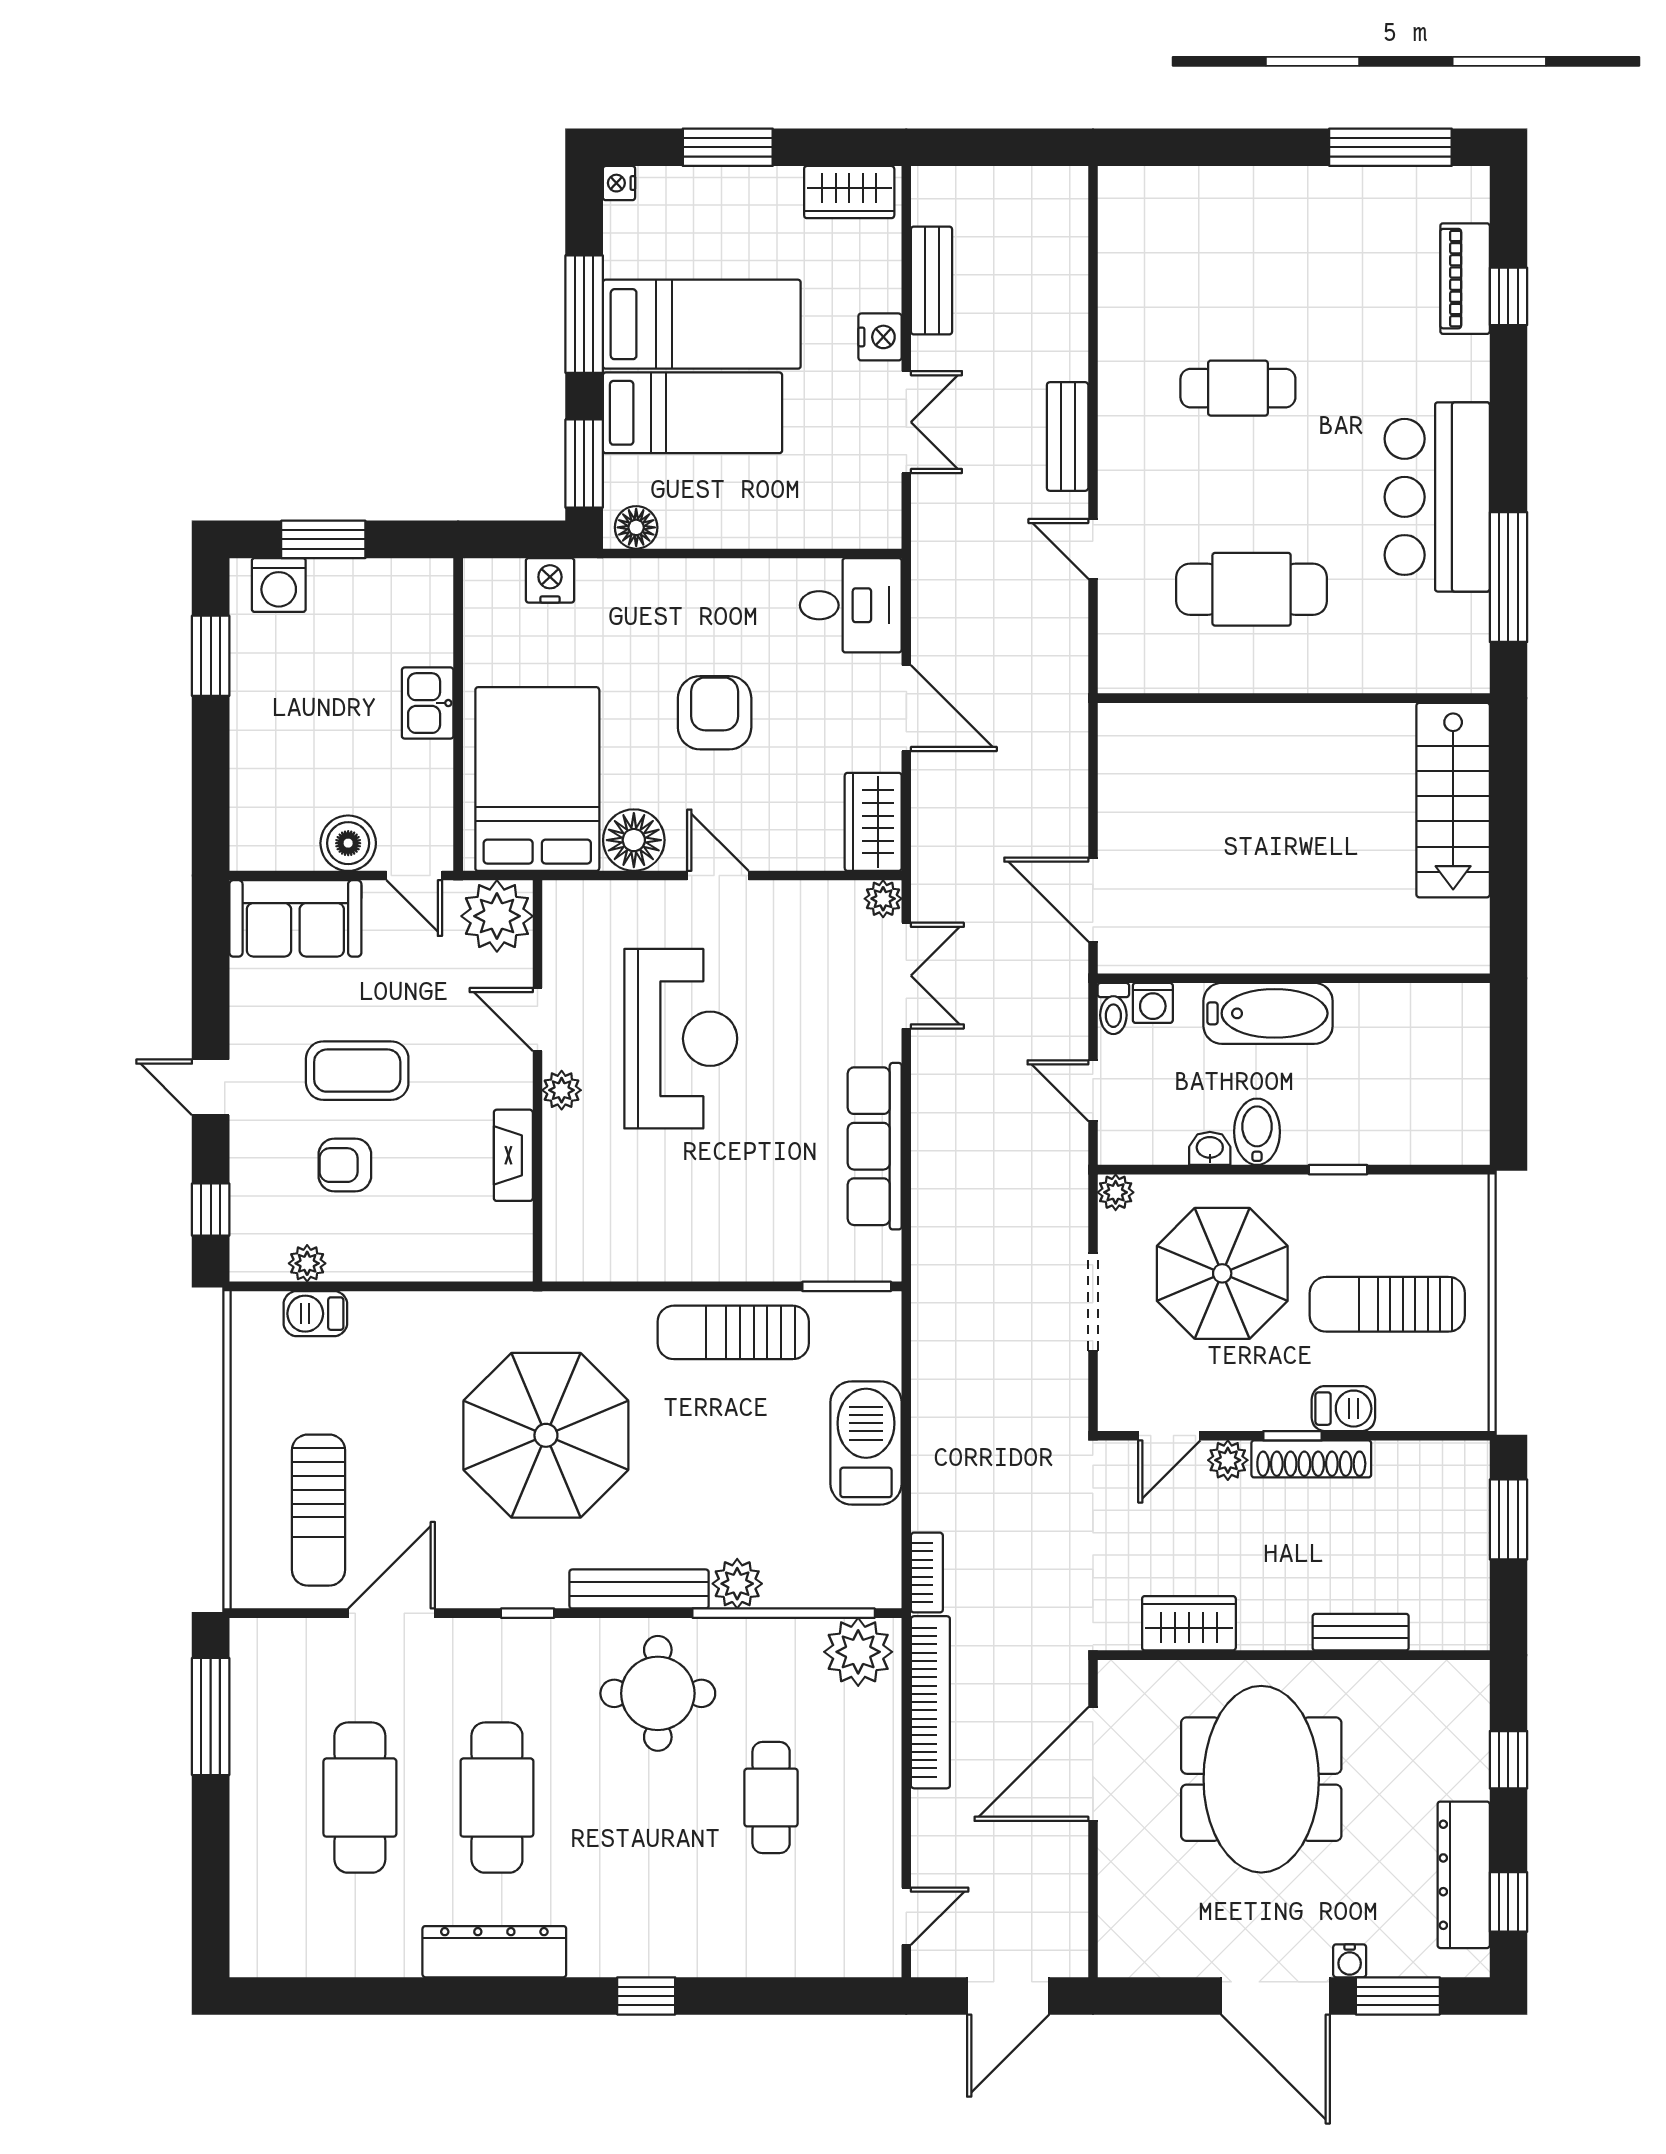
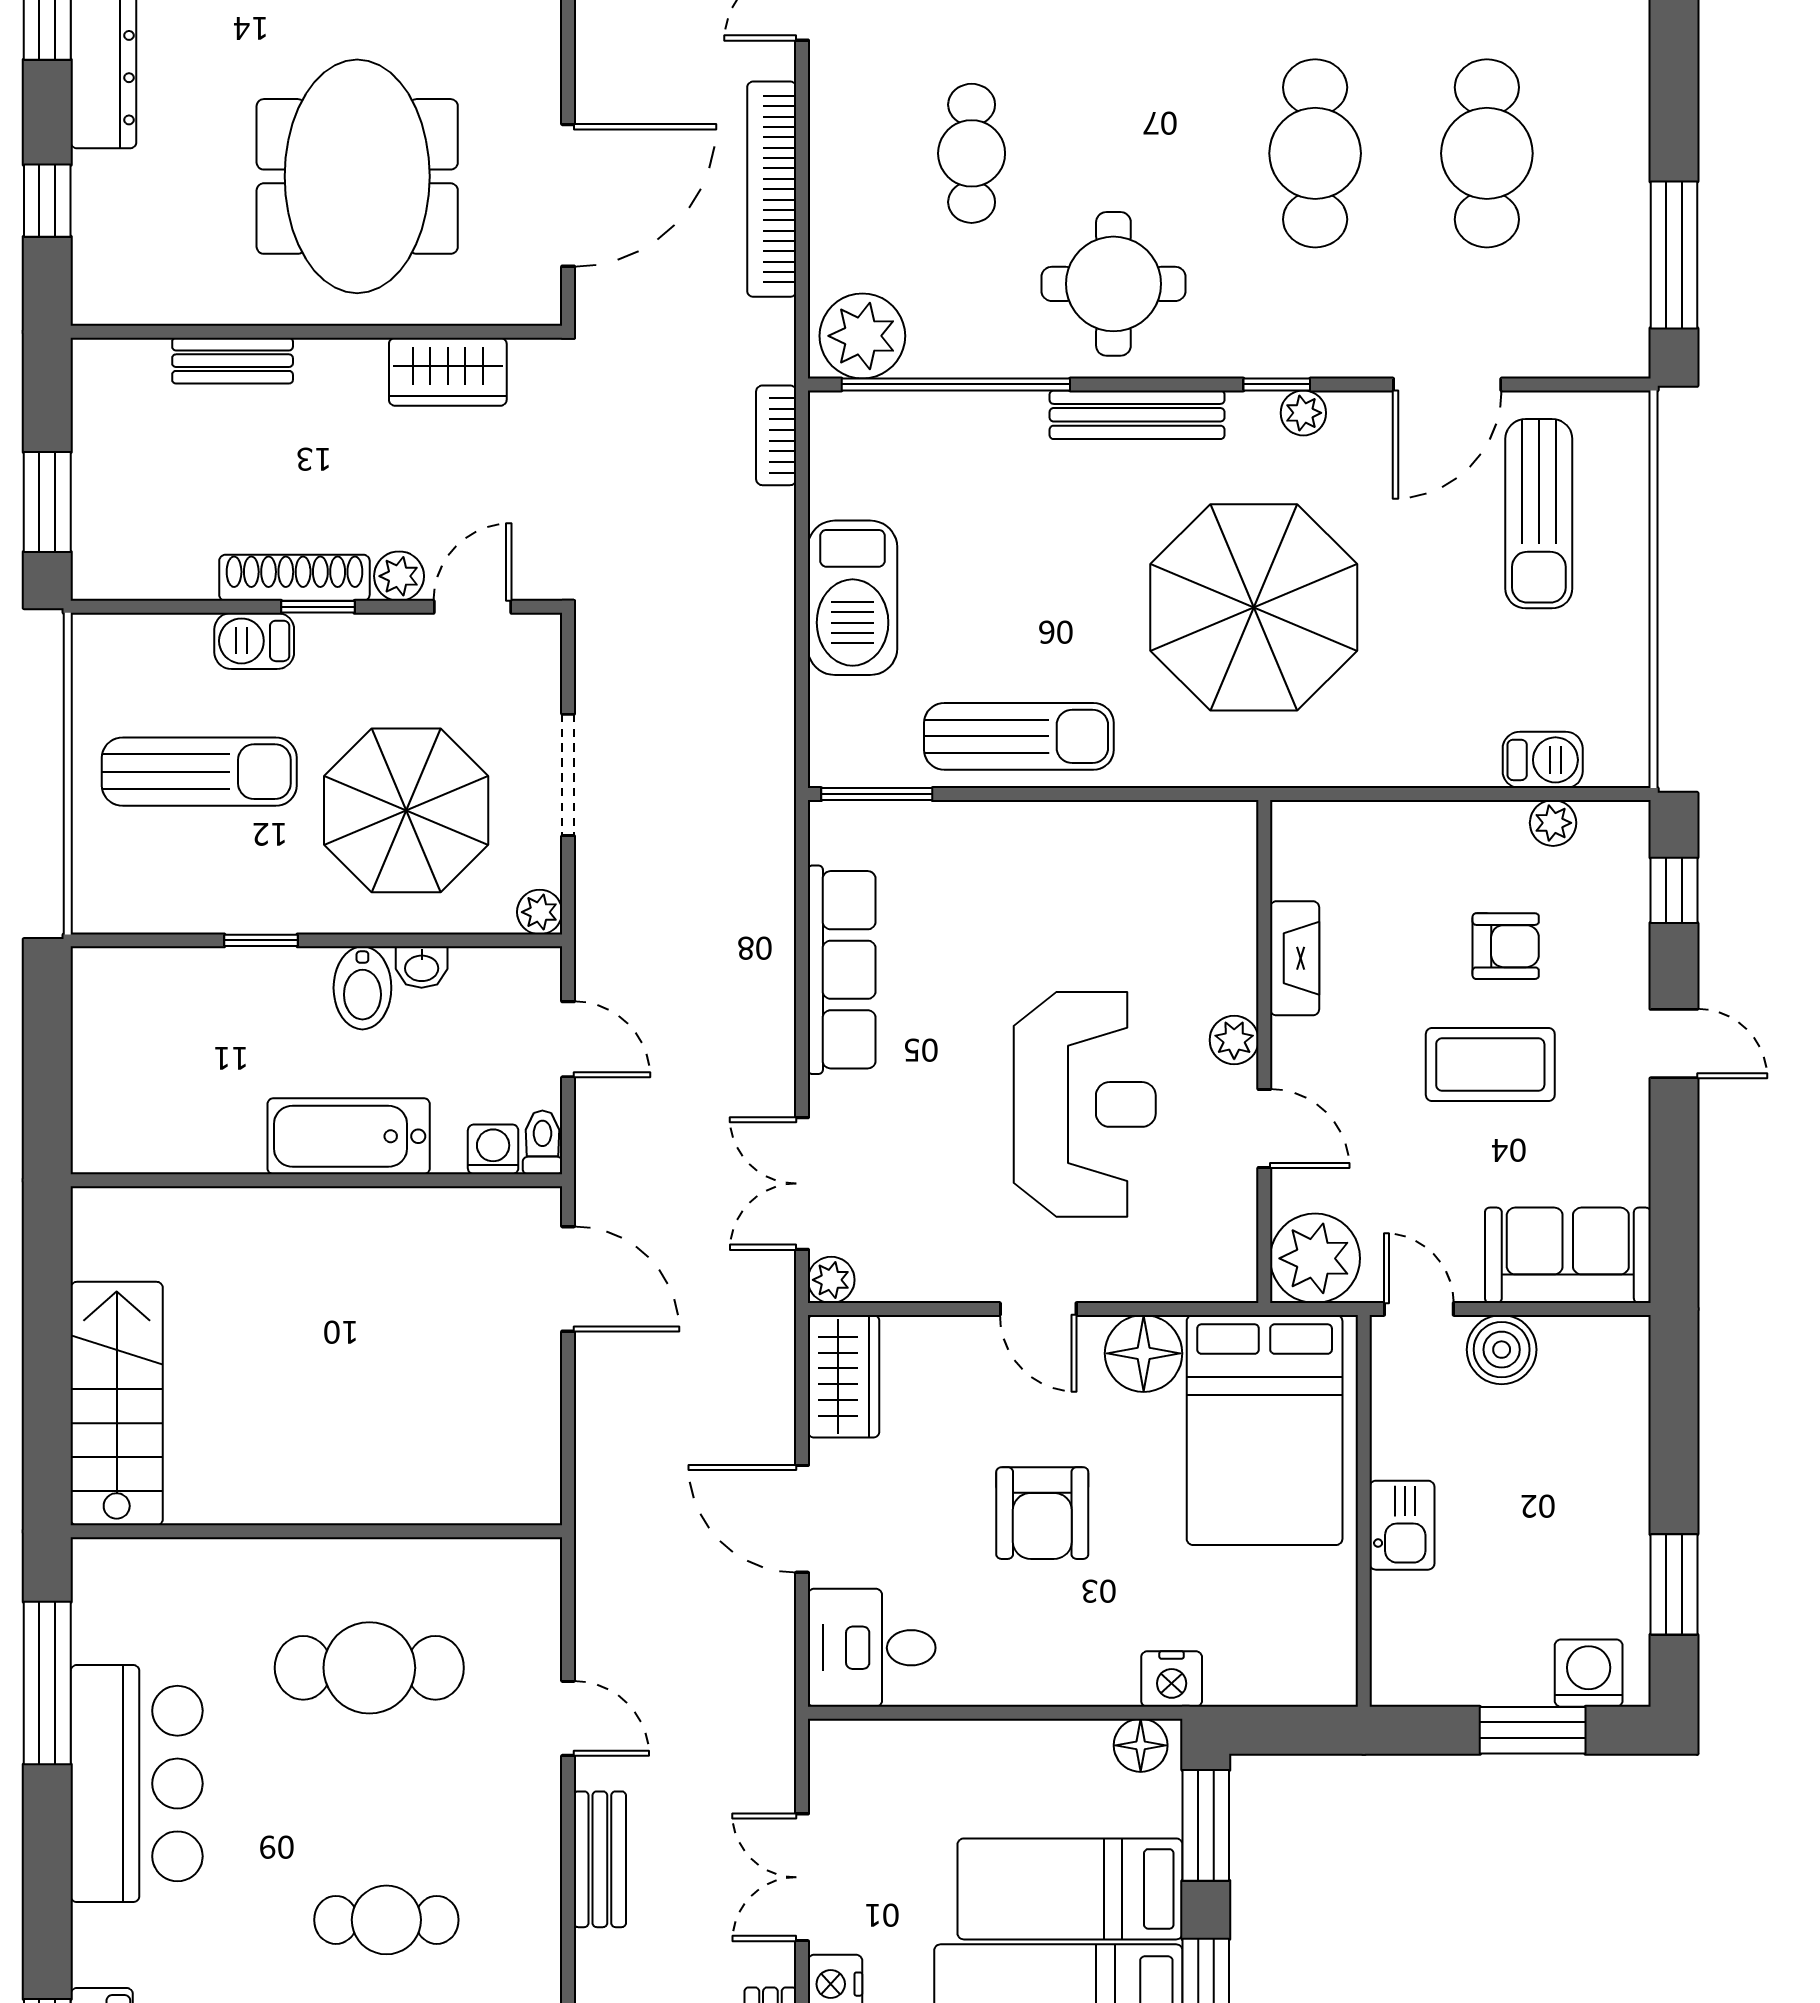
nightstand: (550, 580) -> (1172, 1679), moved
reception desk: (681, 1039) -> (1085, 1104), turned 180
sun lounger: (318, 1510) -> (1539, 514), turned 180
plant: (737, 1584) -> (1303, 413), moved, width x0.73, depth x0.73
bookcase: (930, 1702) -> (772, 189), moved

